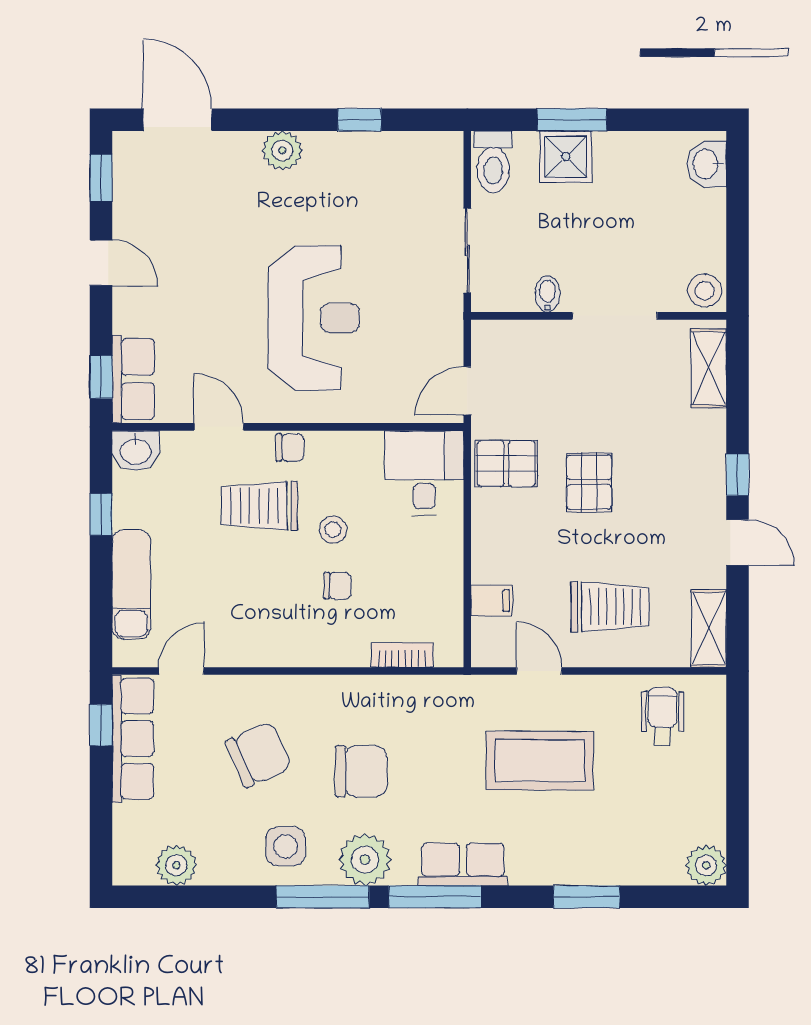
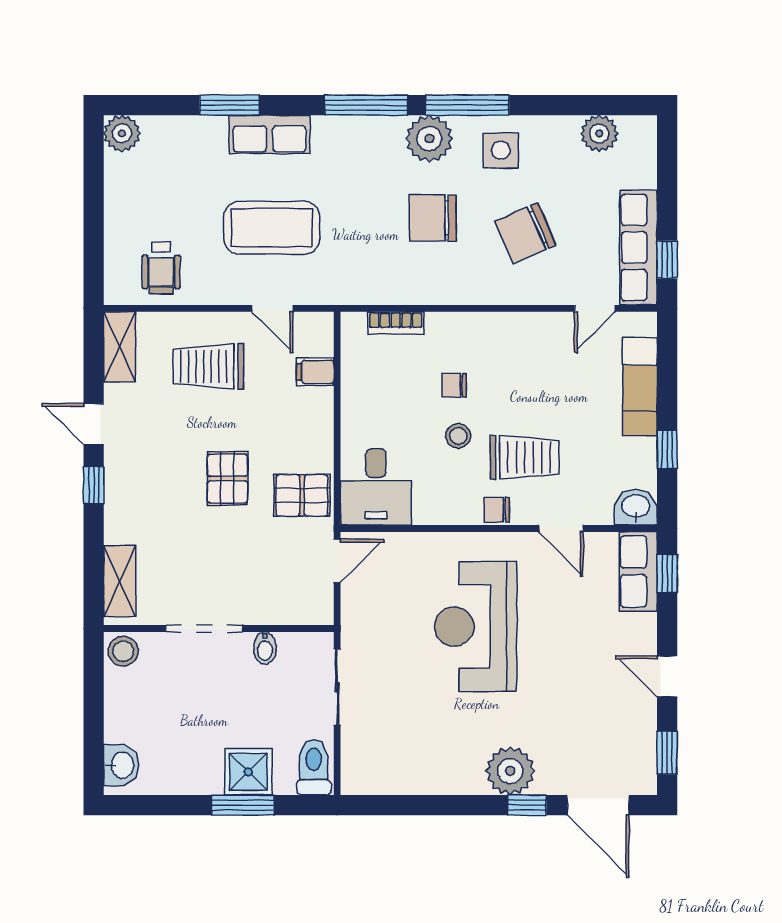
window: (360, 120) -> (527, 805), moved
plant: (282, 151) -> (510, 771), width x1.36, depth x1.36
row of seats: (463, 864) -> (270, 134), moved

